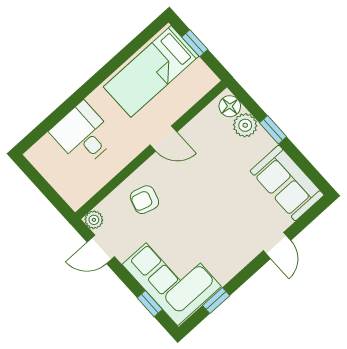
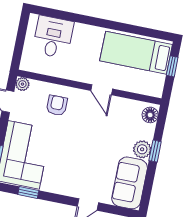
plant: (245, 125) -> (142, 149), moved
desk: (83, 135) -> (53, 37), moved
armchair: (144, 200) -> (57, 105), turned 73

